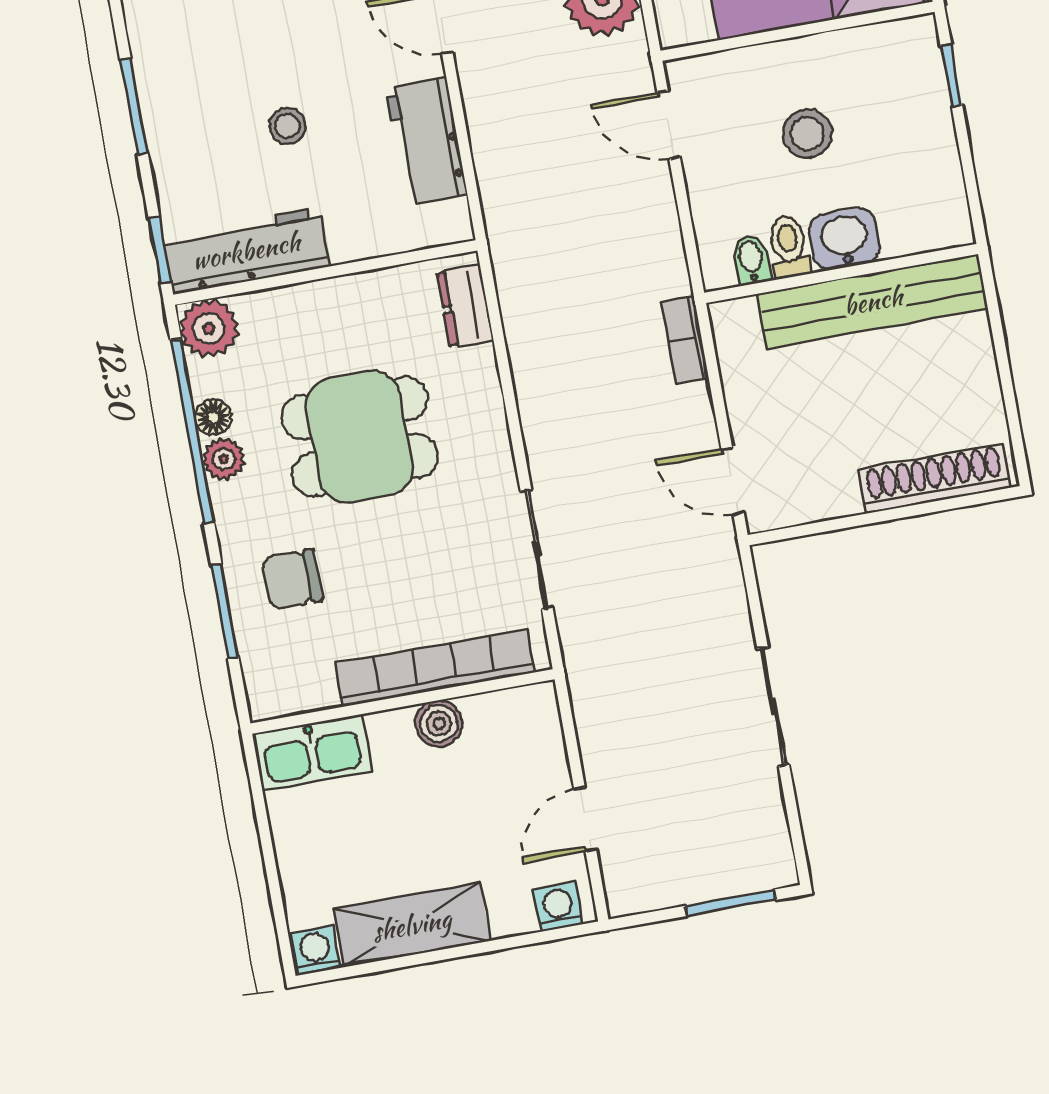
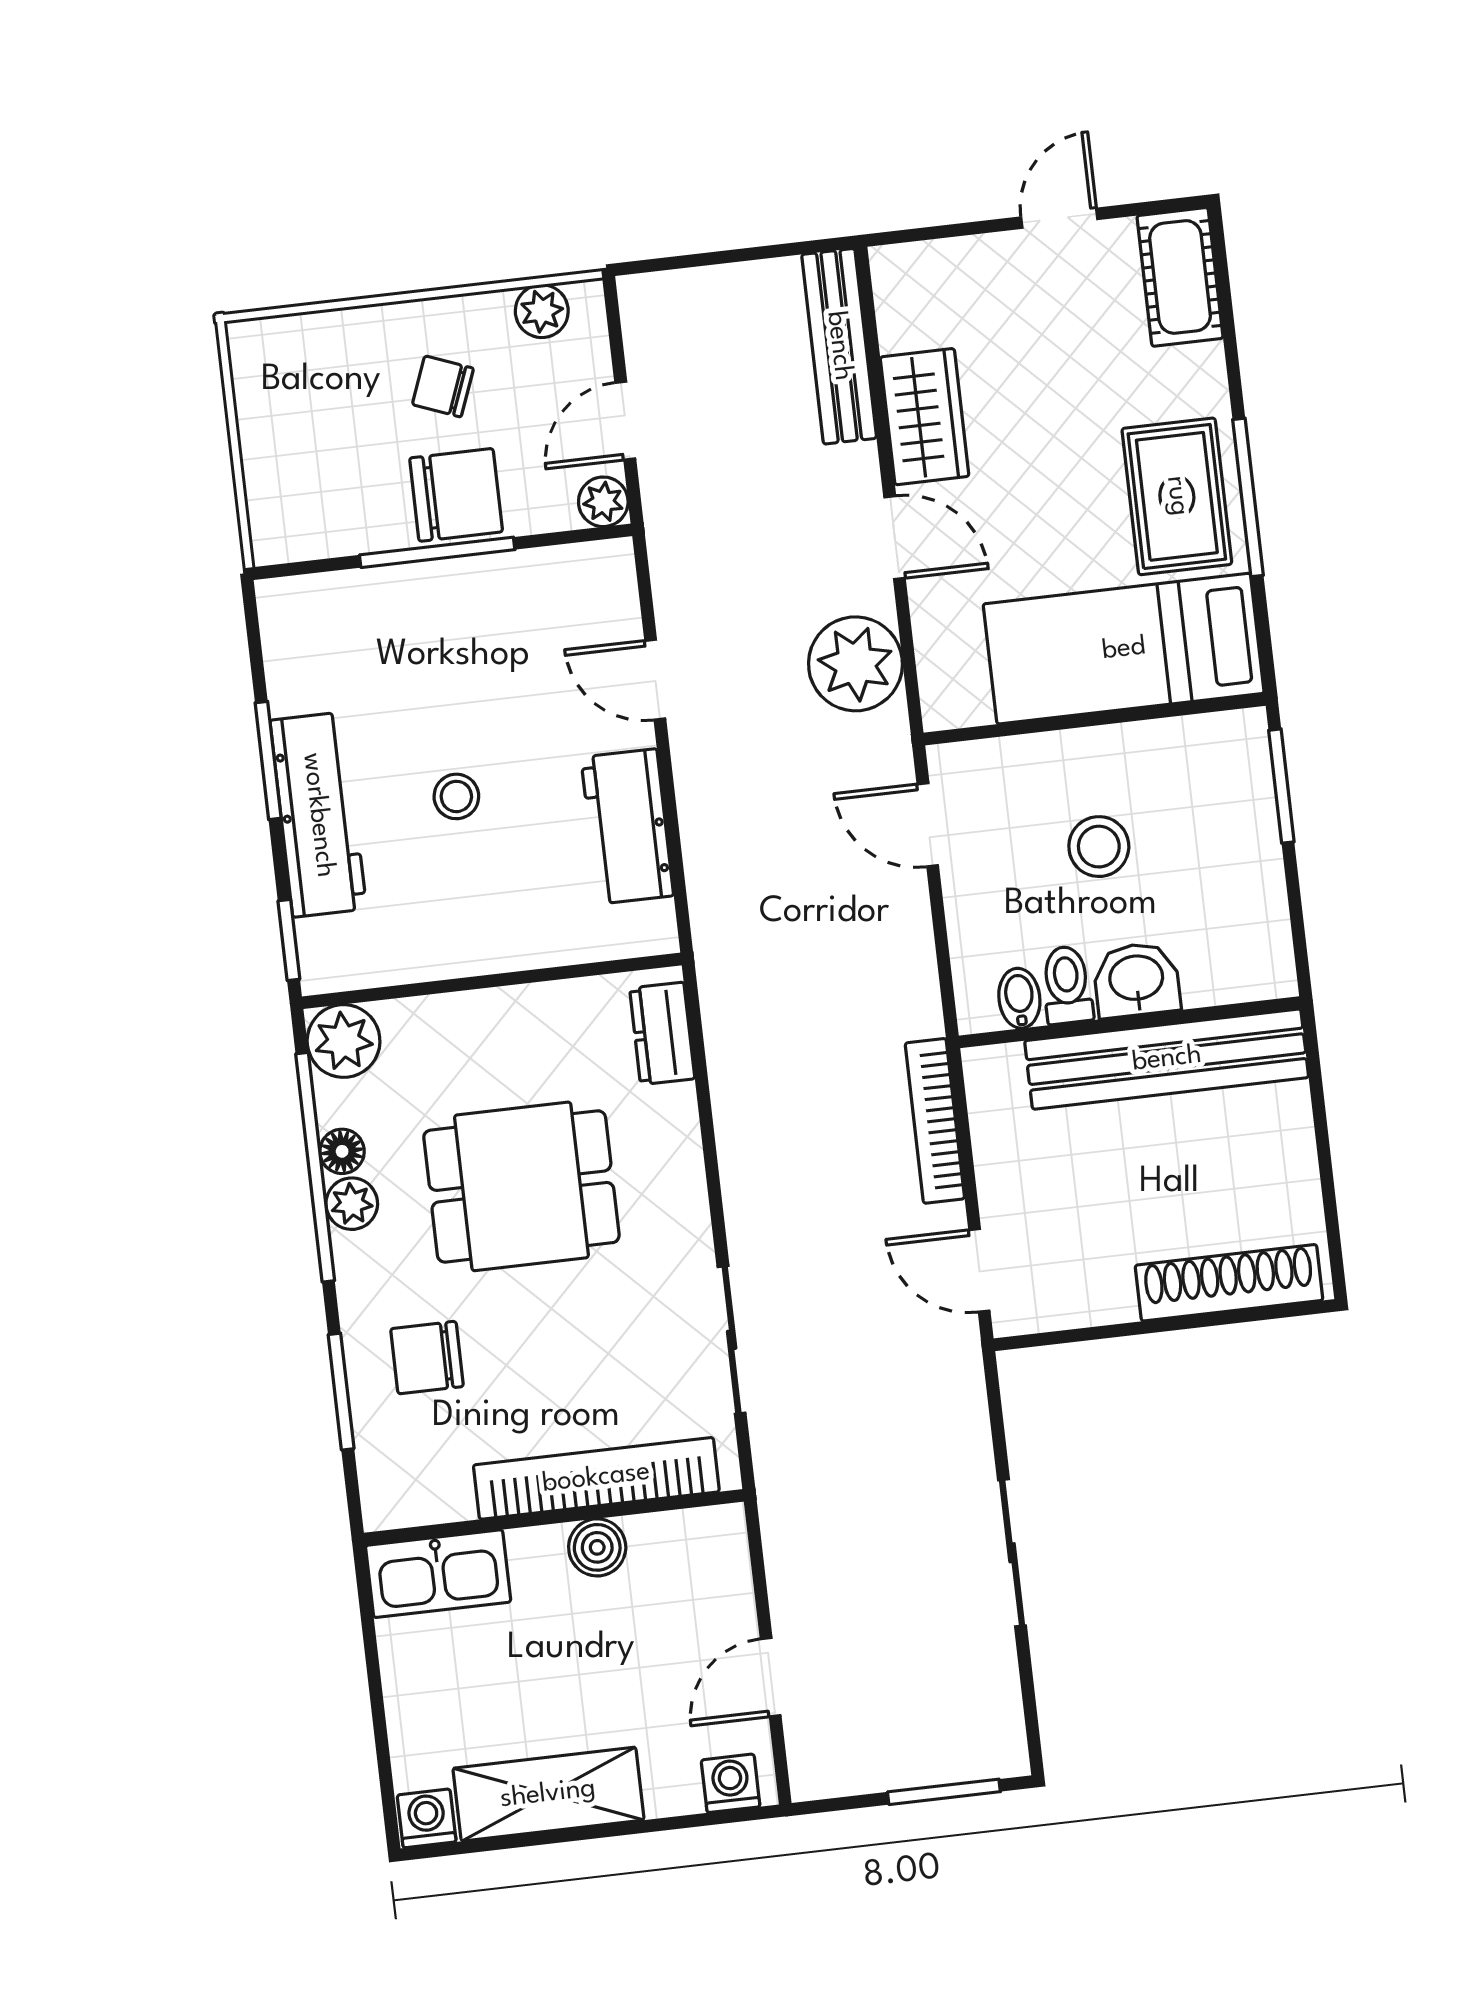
window: (951, 76) -> (1281, 786), width x1.50
workbench: (246, 251) -> (318, 815), moved, turned 90
bookcase: (685, 340) -> (935, 1121), width x1.56

